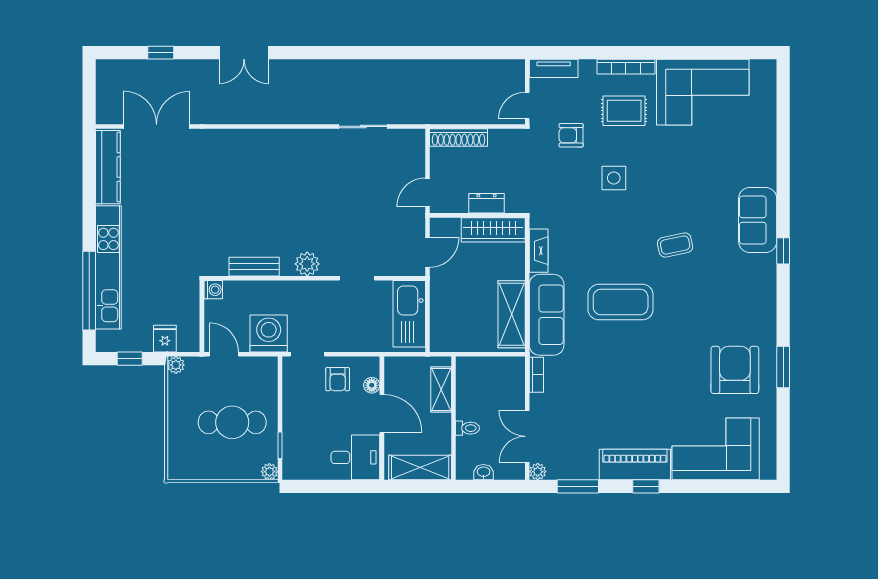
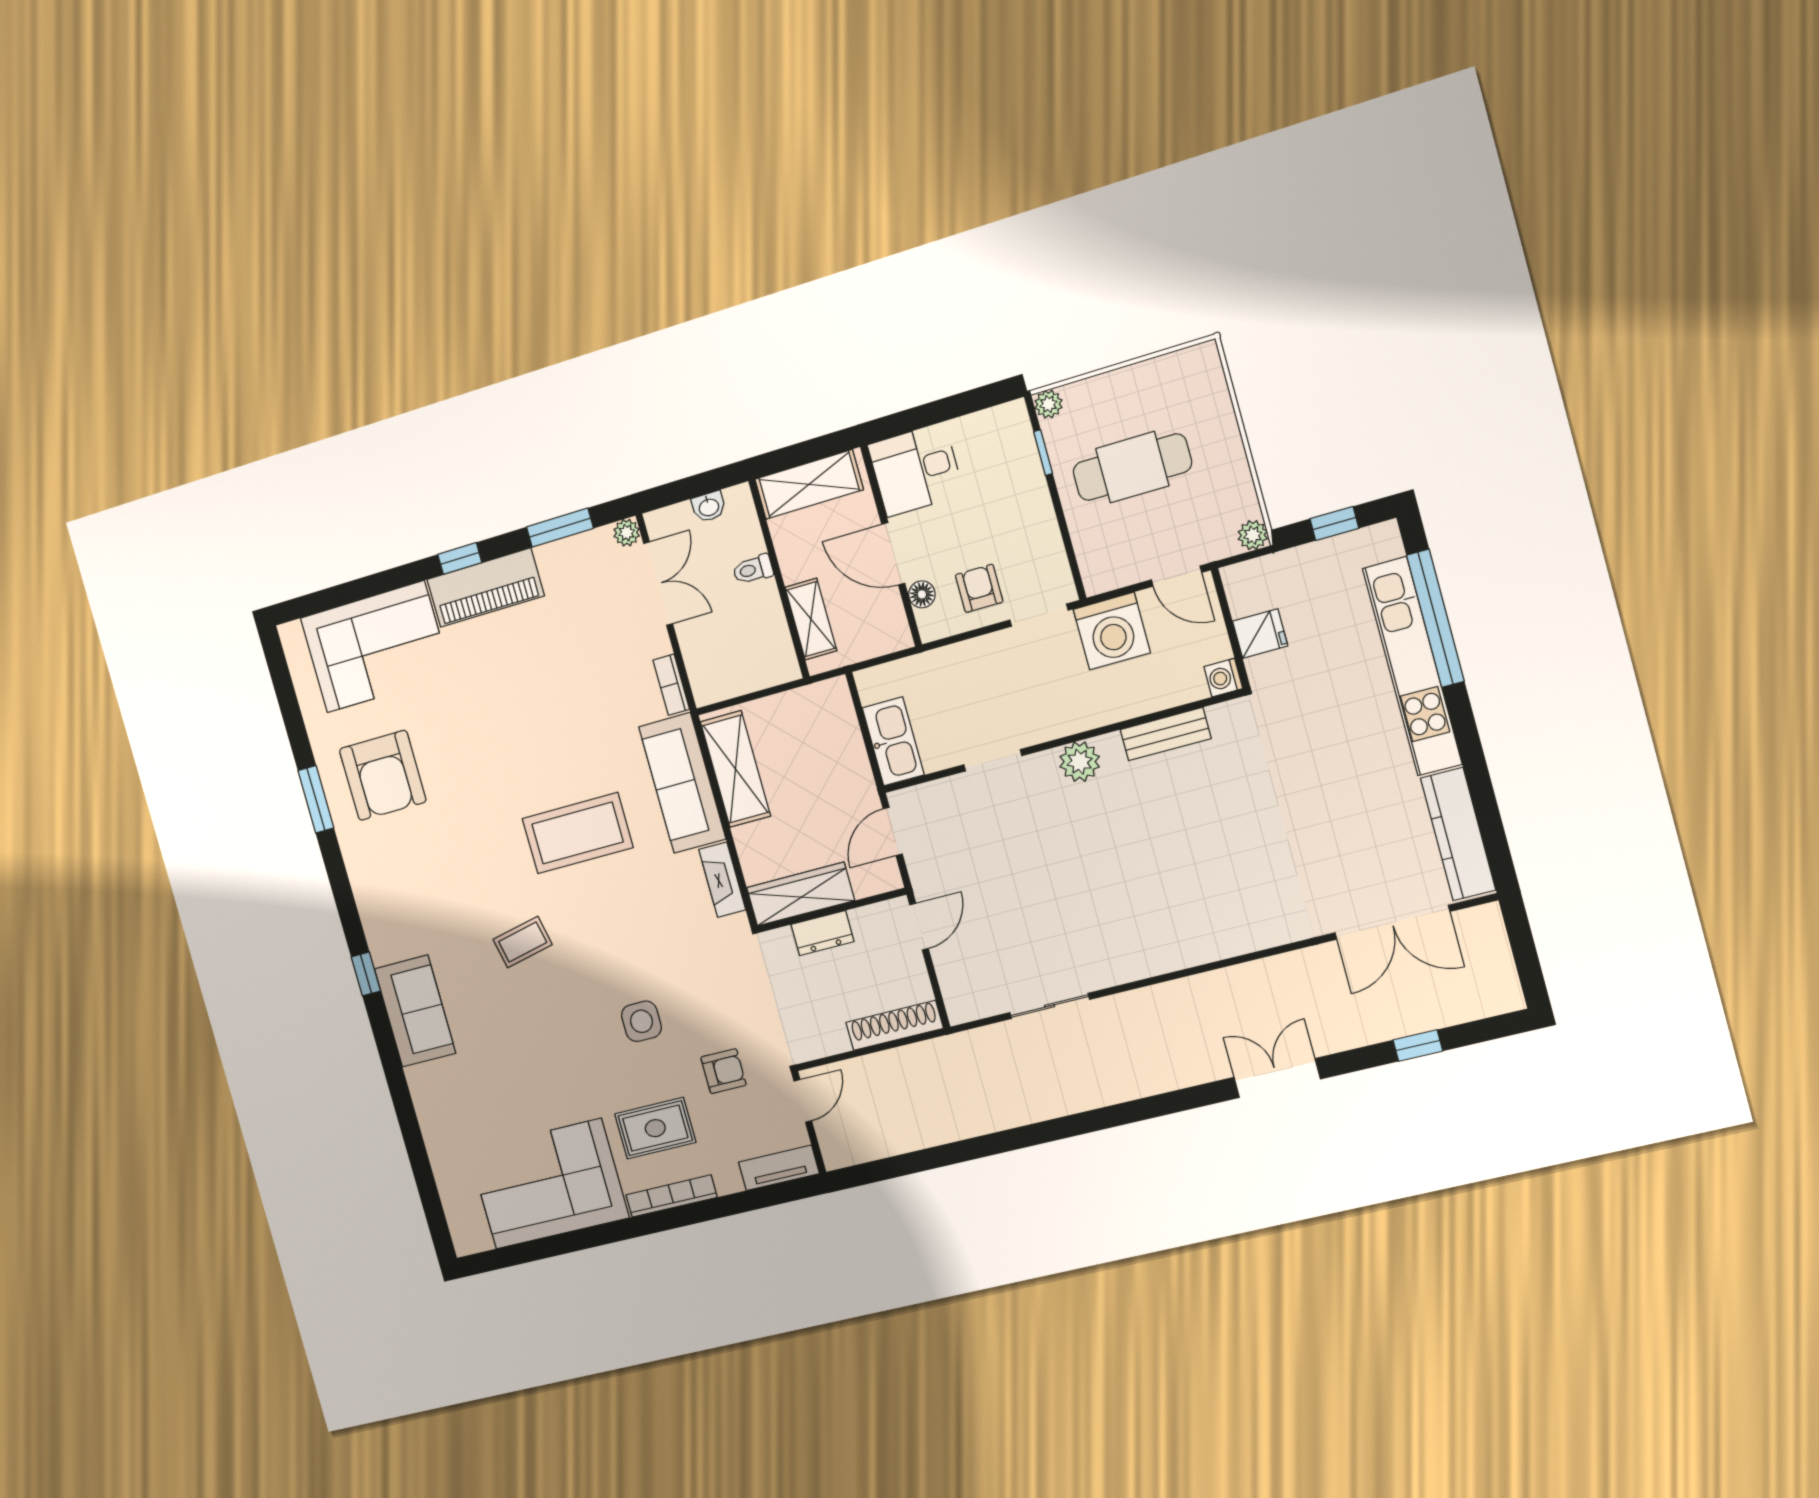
kitchen sink: (409, 314) -> (893, 741), width x0.73, depth x0.81
fridge: (165, 339) -> (1260, 634), moved, turned -90

